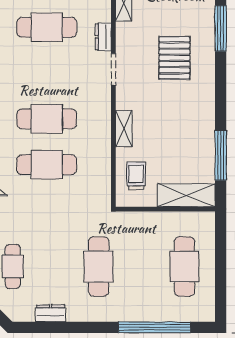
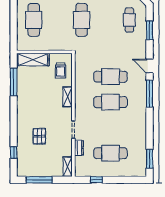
window: (221, 28) -> (14, 153), width x0.46
pallet: (174, 58) -> (39, 136), width x0.67, depth x0.71

